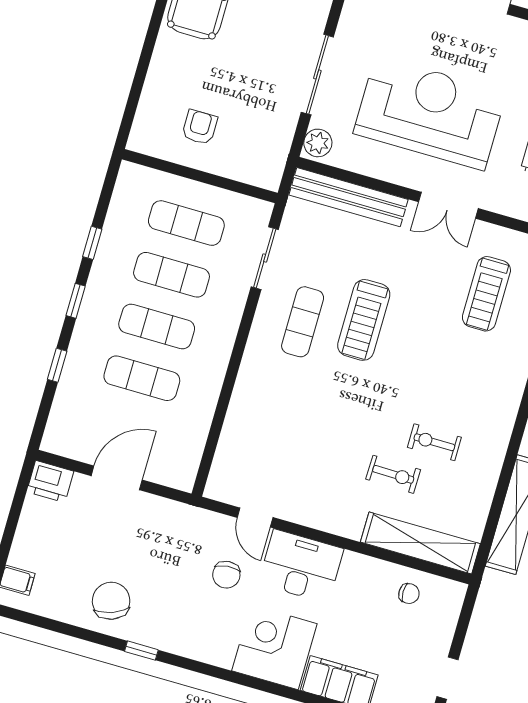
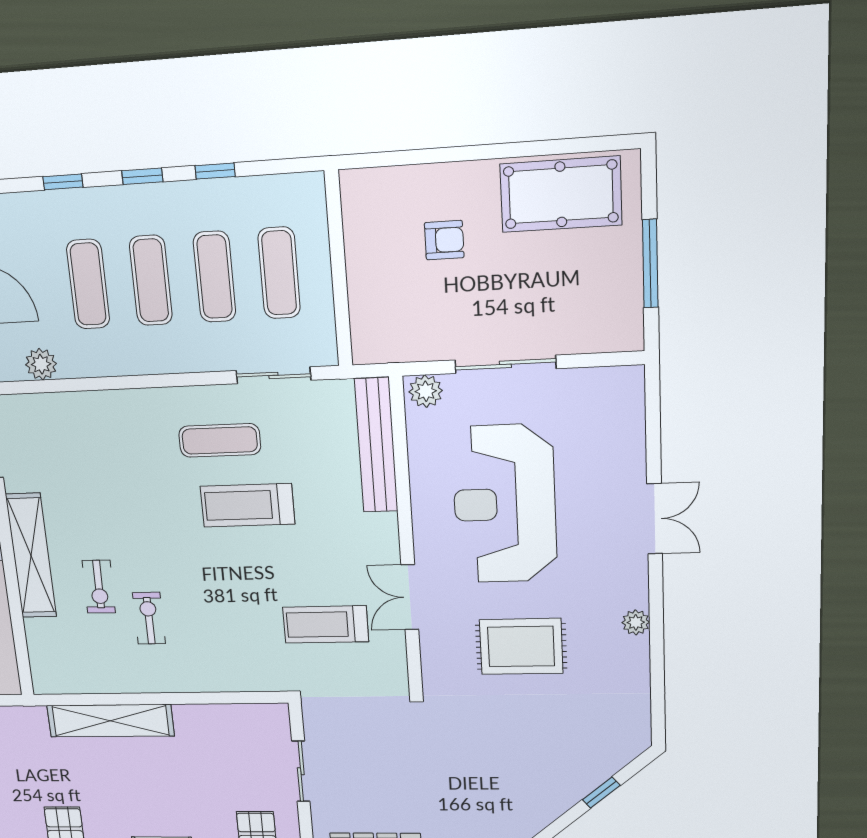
reception desk: (430, 113) -> (505, 504), turned 180
armchair: (200, 127) -> (444, 240), moved
double door: (448, 205) -> (410, 597), moved
plant: (191, 444) -> (41, 364), added
shelving: (420, 543) -> (31, 556), moved

